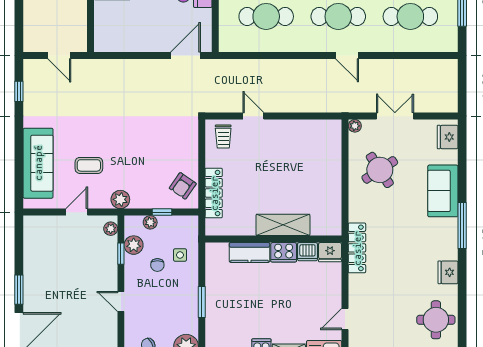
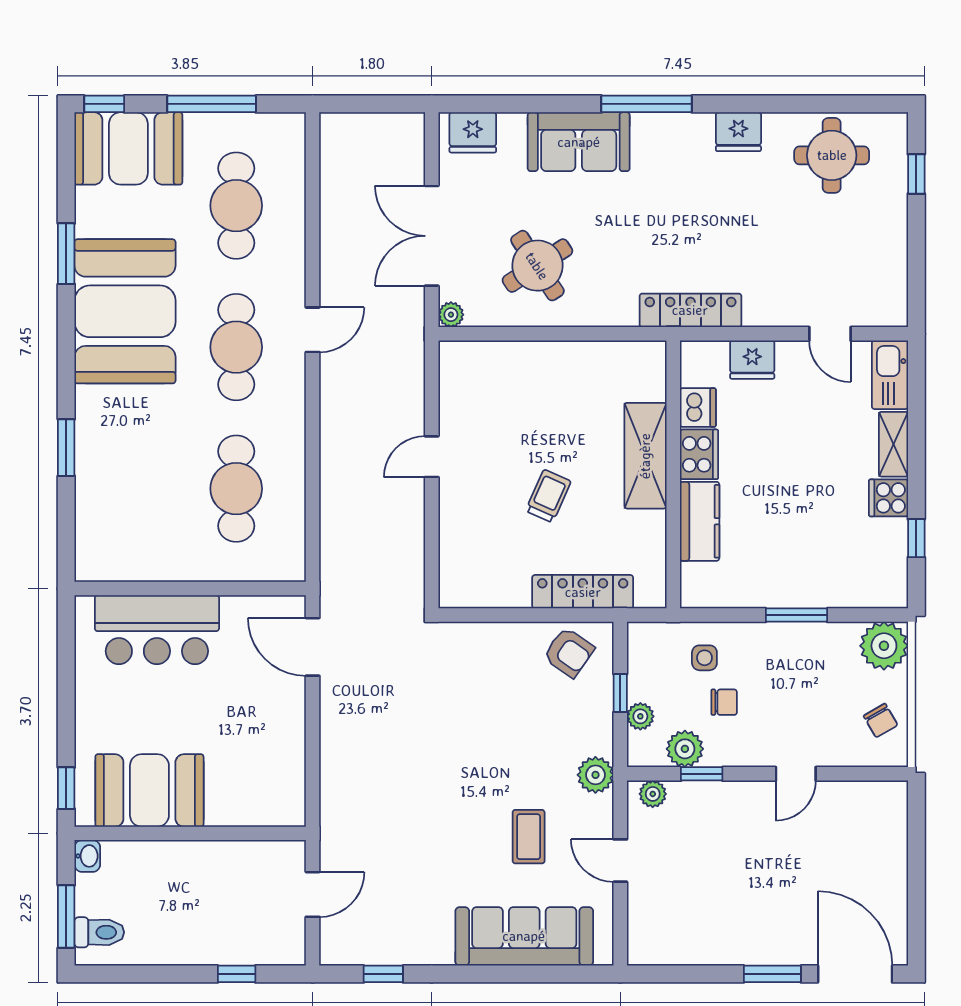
window: (19, 17) -> (237, 974), added
door: (253, 116) -> (432, 457), moved
double door: (395, 116) -> (432, 236), width x1.37
trolley: (223, 137) -> (548, 496), moved, turned -66
fridge: (330, 252) -> (752, 360), moved, turned 90

